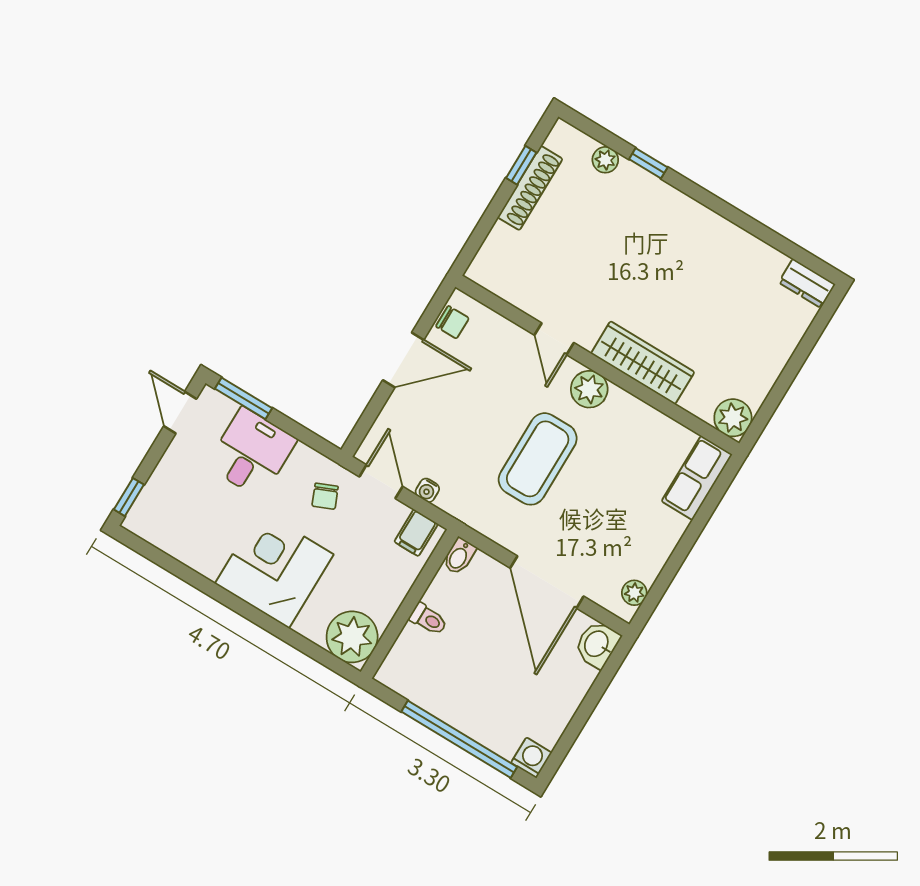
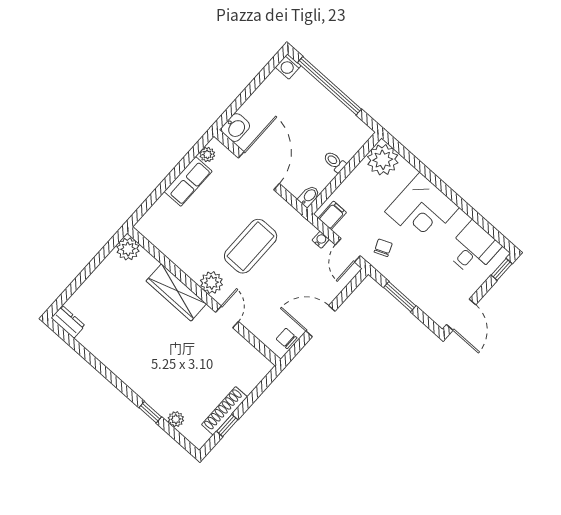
window: (244, 398) -> (400, 297), moved
door: (180, 412) -> (461, 315), width x1.38
desk: (252, 453) -> (473, 249), moved, turned 180
row of seats: (697, 478) -> (188, 181), moved

